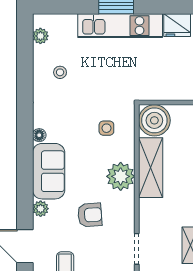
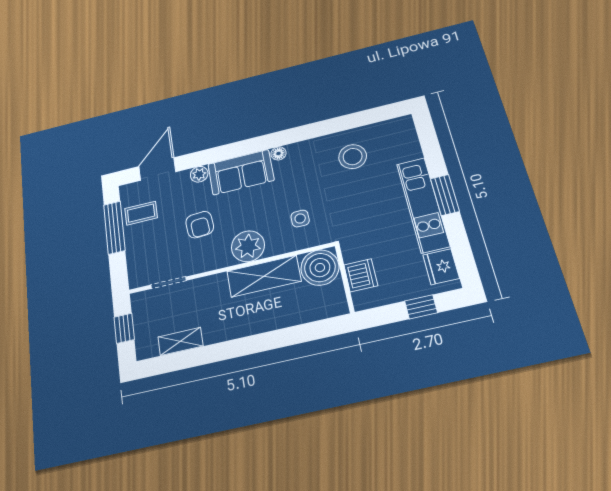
plant: (40, 36) -> (389, 128), removed
stool: (60, 72) -> (353, 157), width x1.89, depth x1.89
dishwasher: (169, 89) -> (361, 275), added

